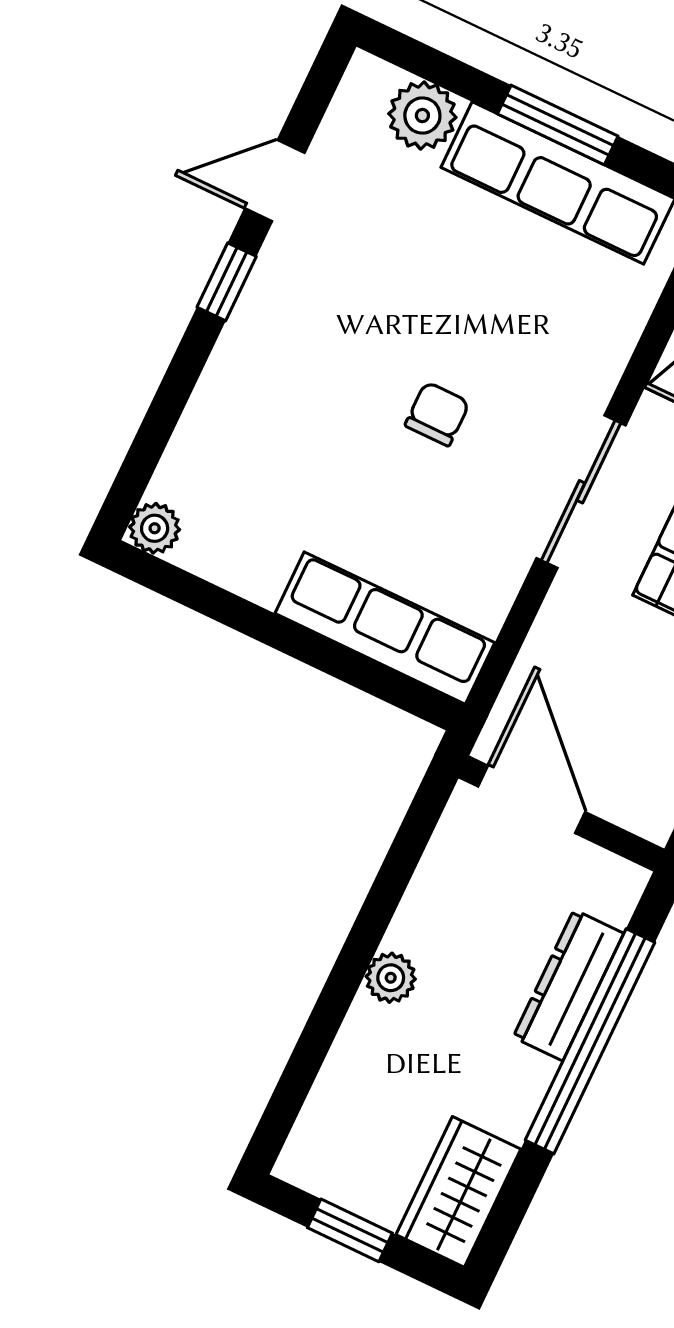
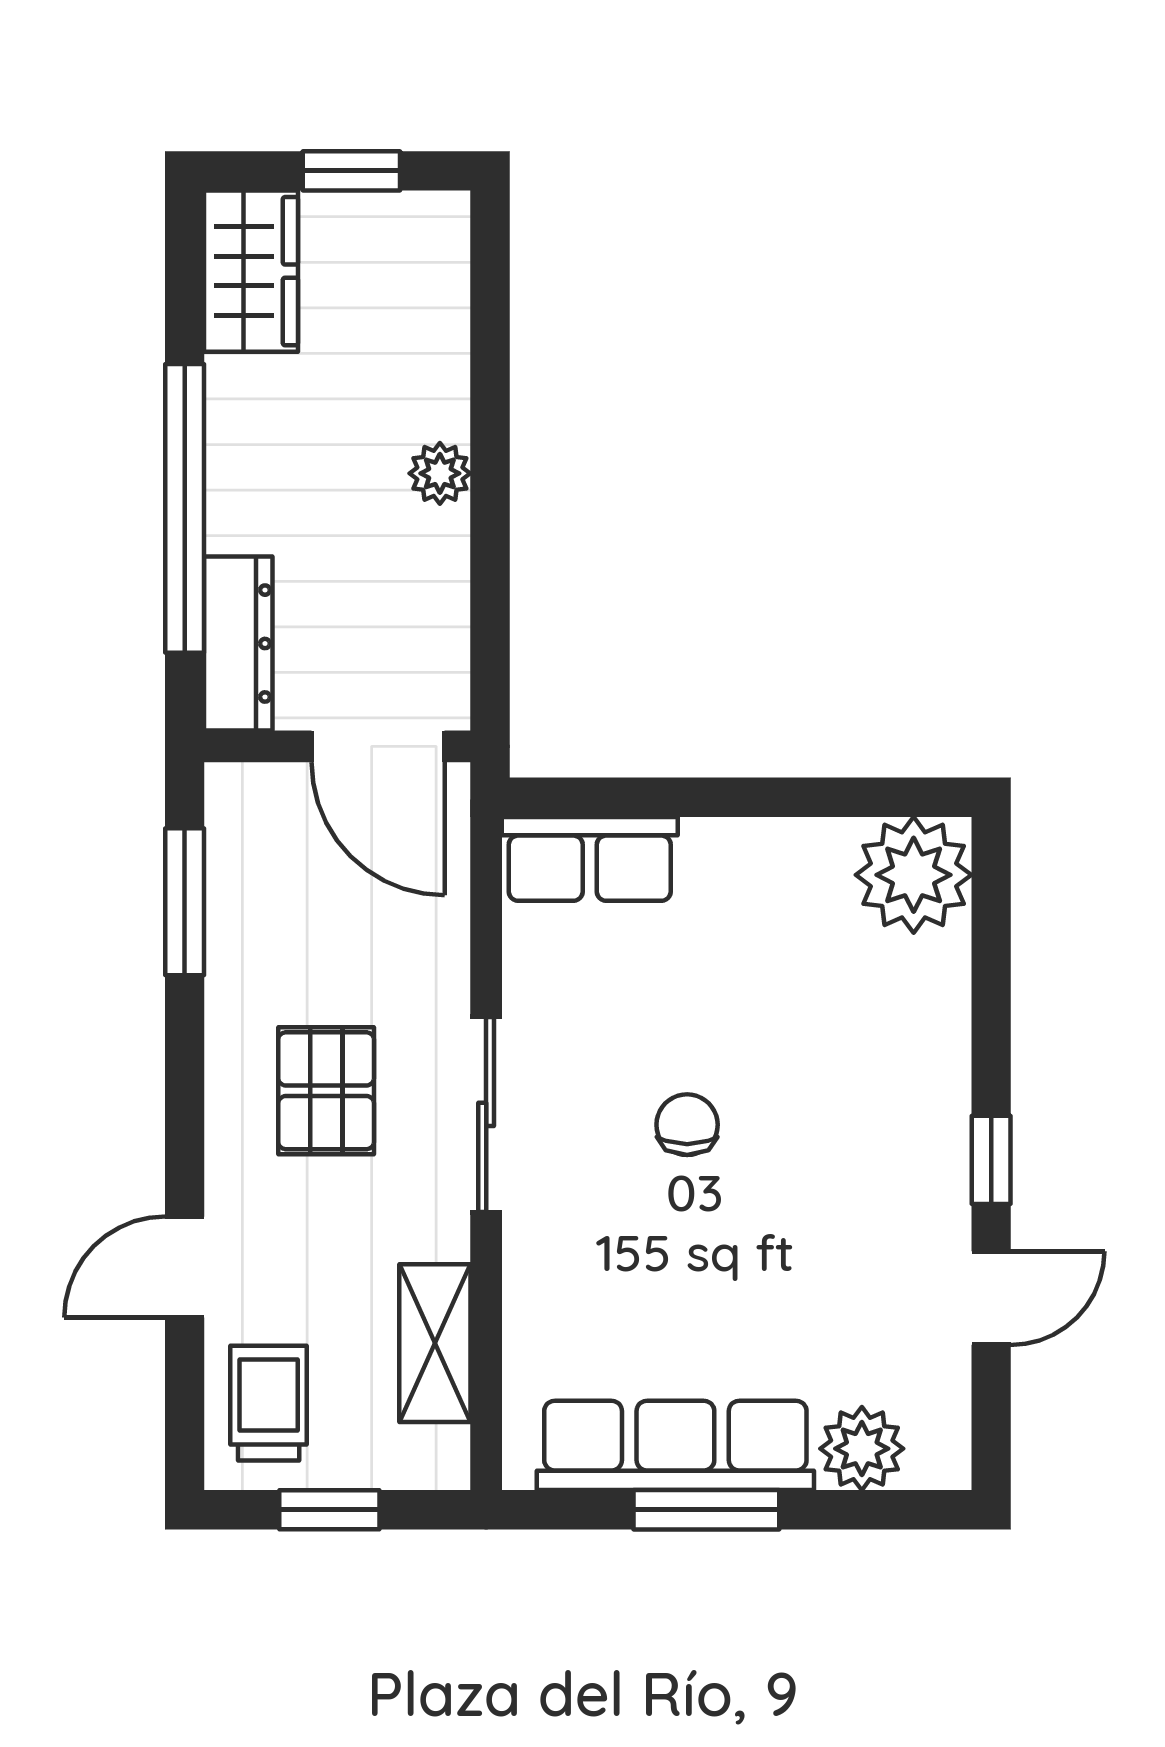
chair: (437, 414) -> (687, 1125), turned 180
plant: (155, 528) -> (914, 875), width x1.88, depth x1.88
row of seats: (385, 628) -> (590, 859), width x0.68
dresser: (568, 985) -> (238, 644), moved

